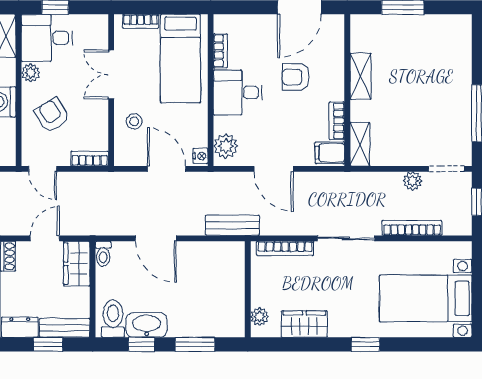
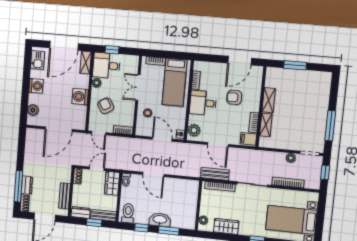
shelving: (360, 144) -> (266, 125), moved
bench: (232, 225) -> (215, 174), moved
washbasin: (147, 325) -> (160, 220), moved

